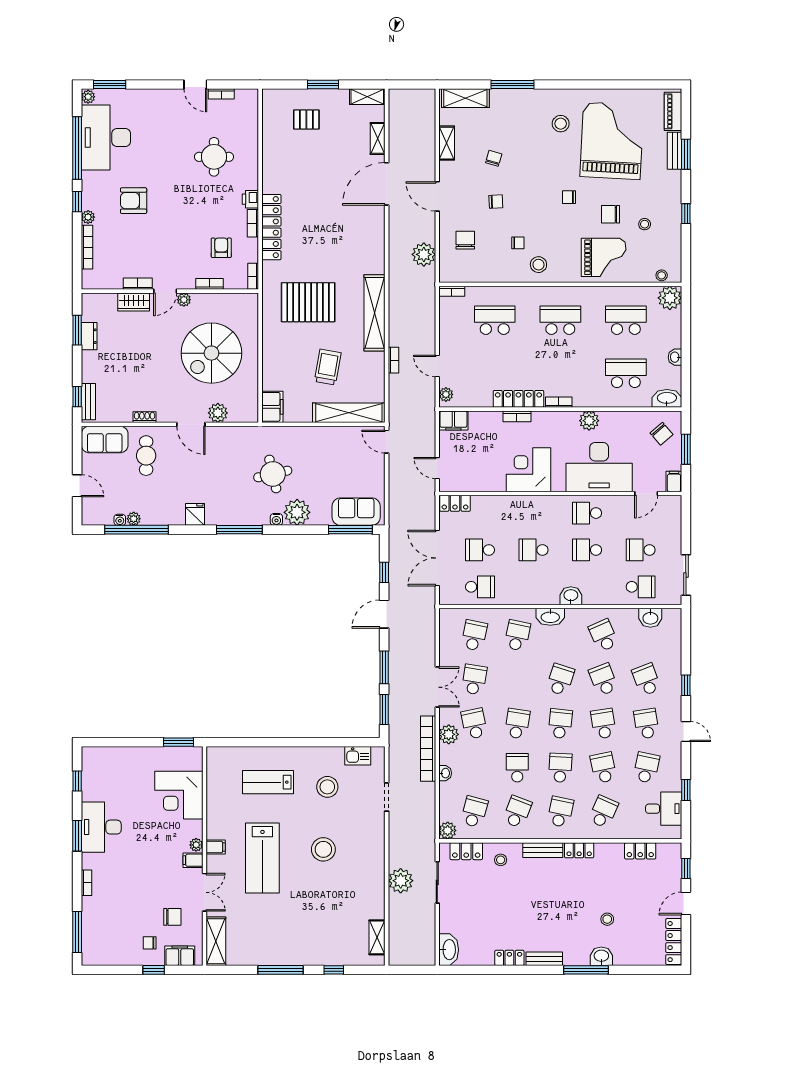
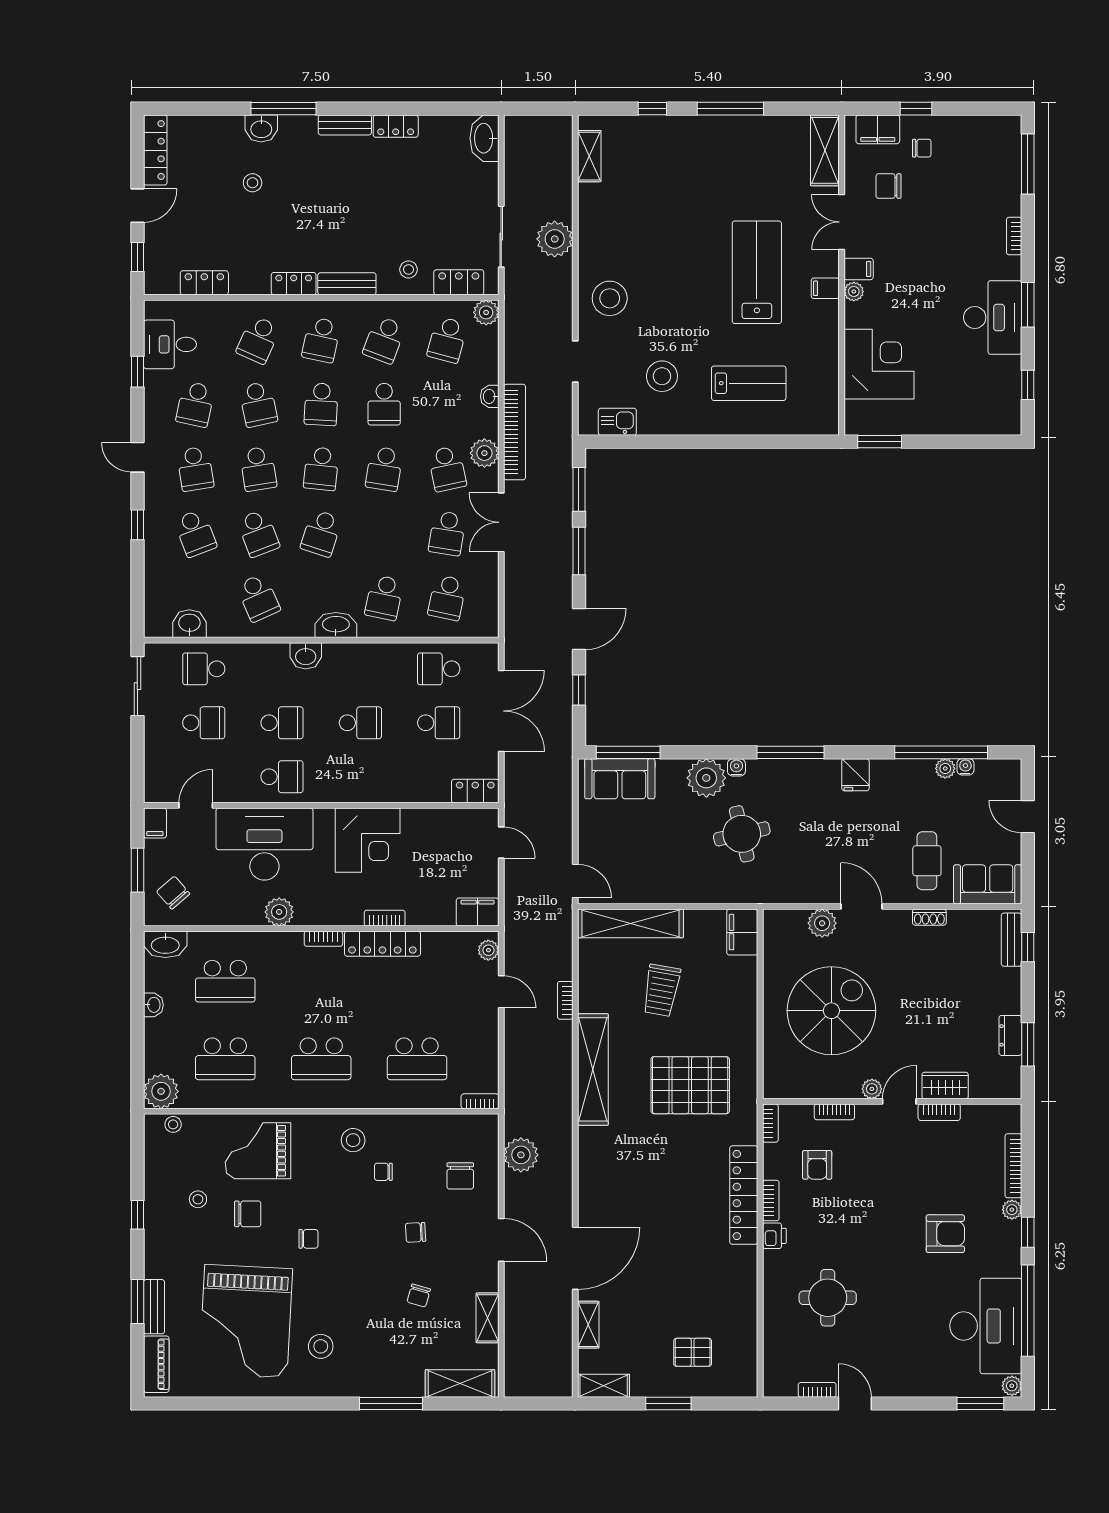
stool: (323, 849) -> (610, 298), moved

